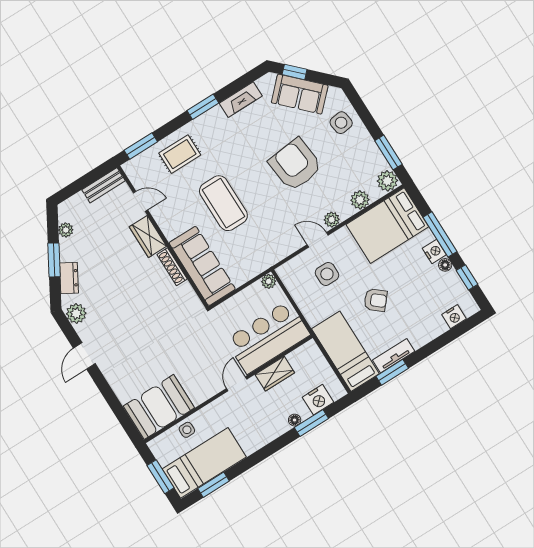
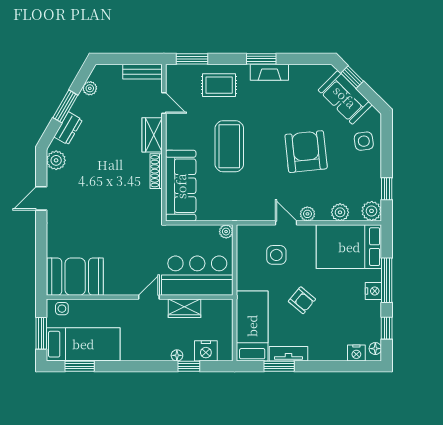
fireplace: (241, 100) -> (269, 72), moved
window: (388, 152) -> (387, 189), width x0.67
floor lamp: (445, 265) -> (375, 349), moved
window: (311, 423) -> (189, 366), width x0.67
side table: (187, 430) -> (62, 309), moved

